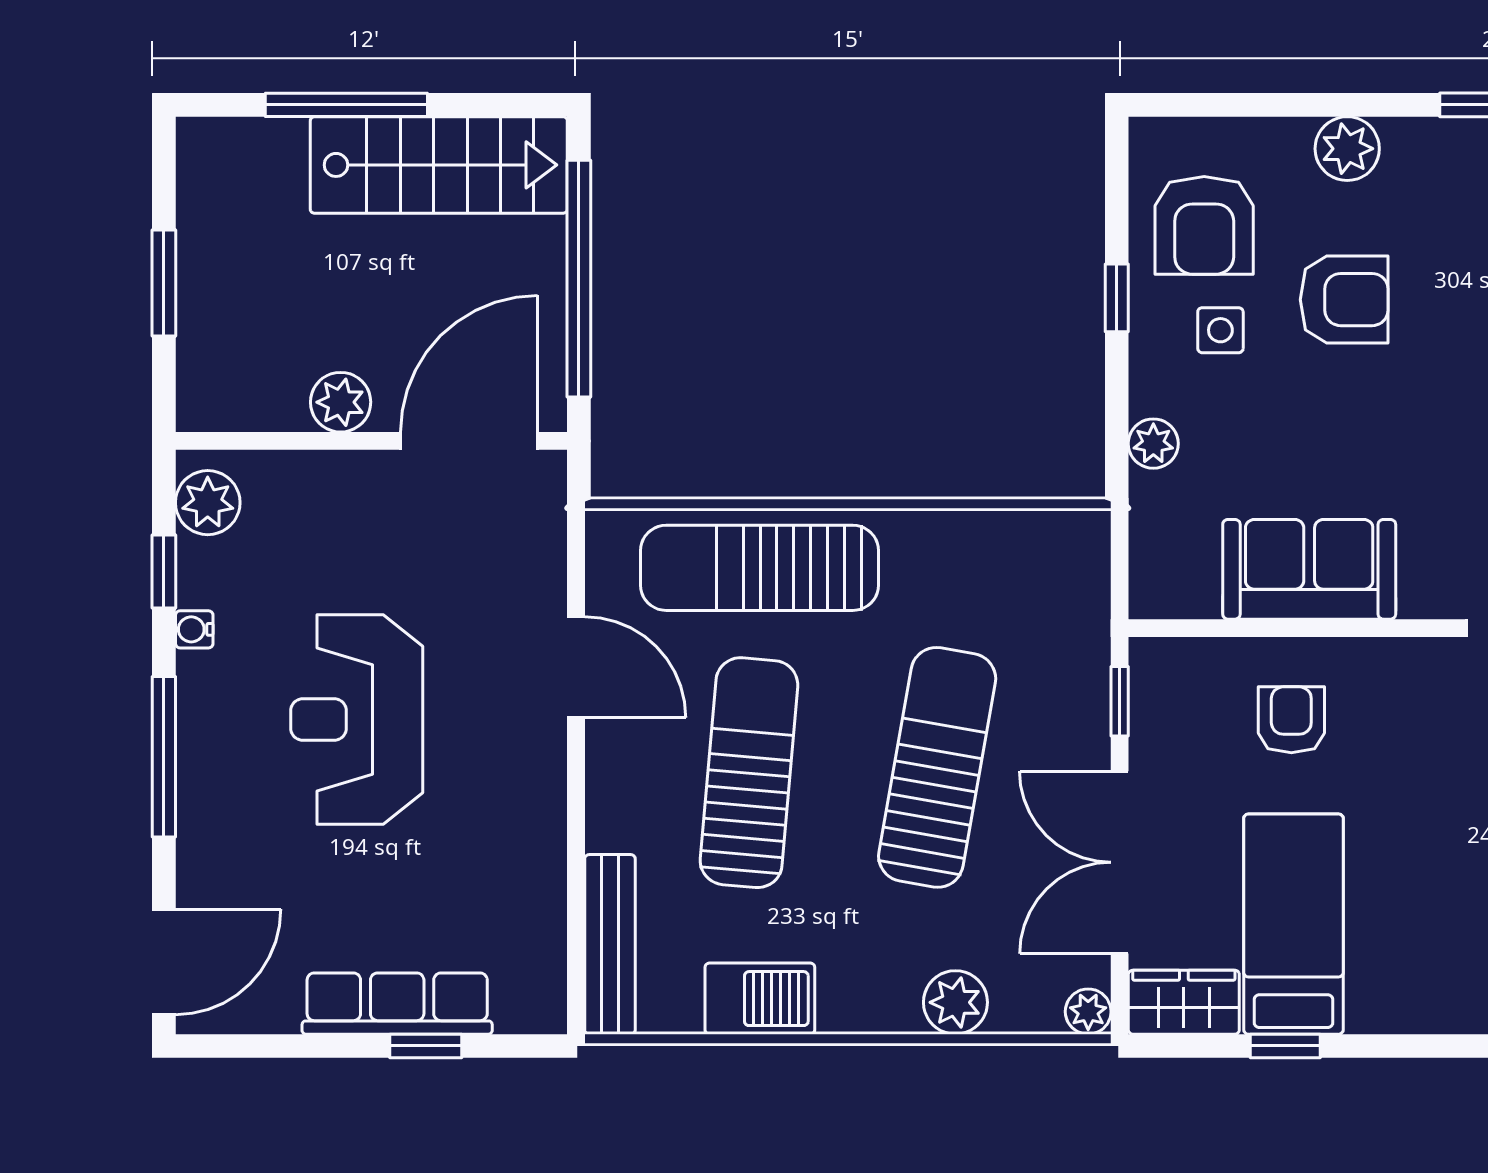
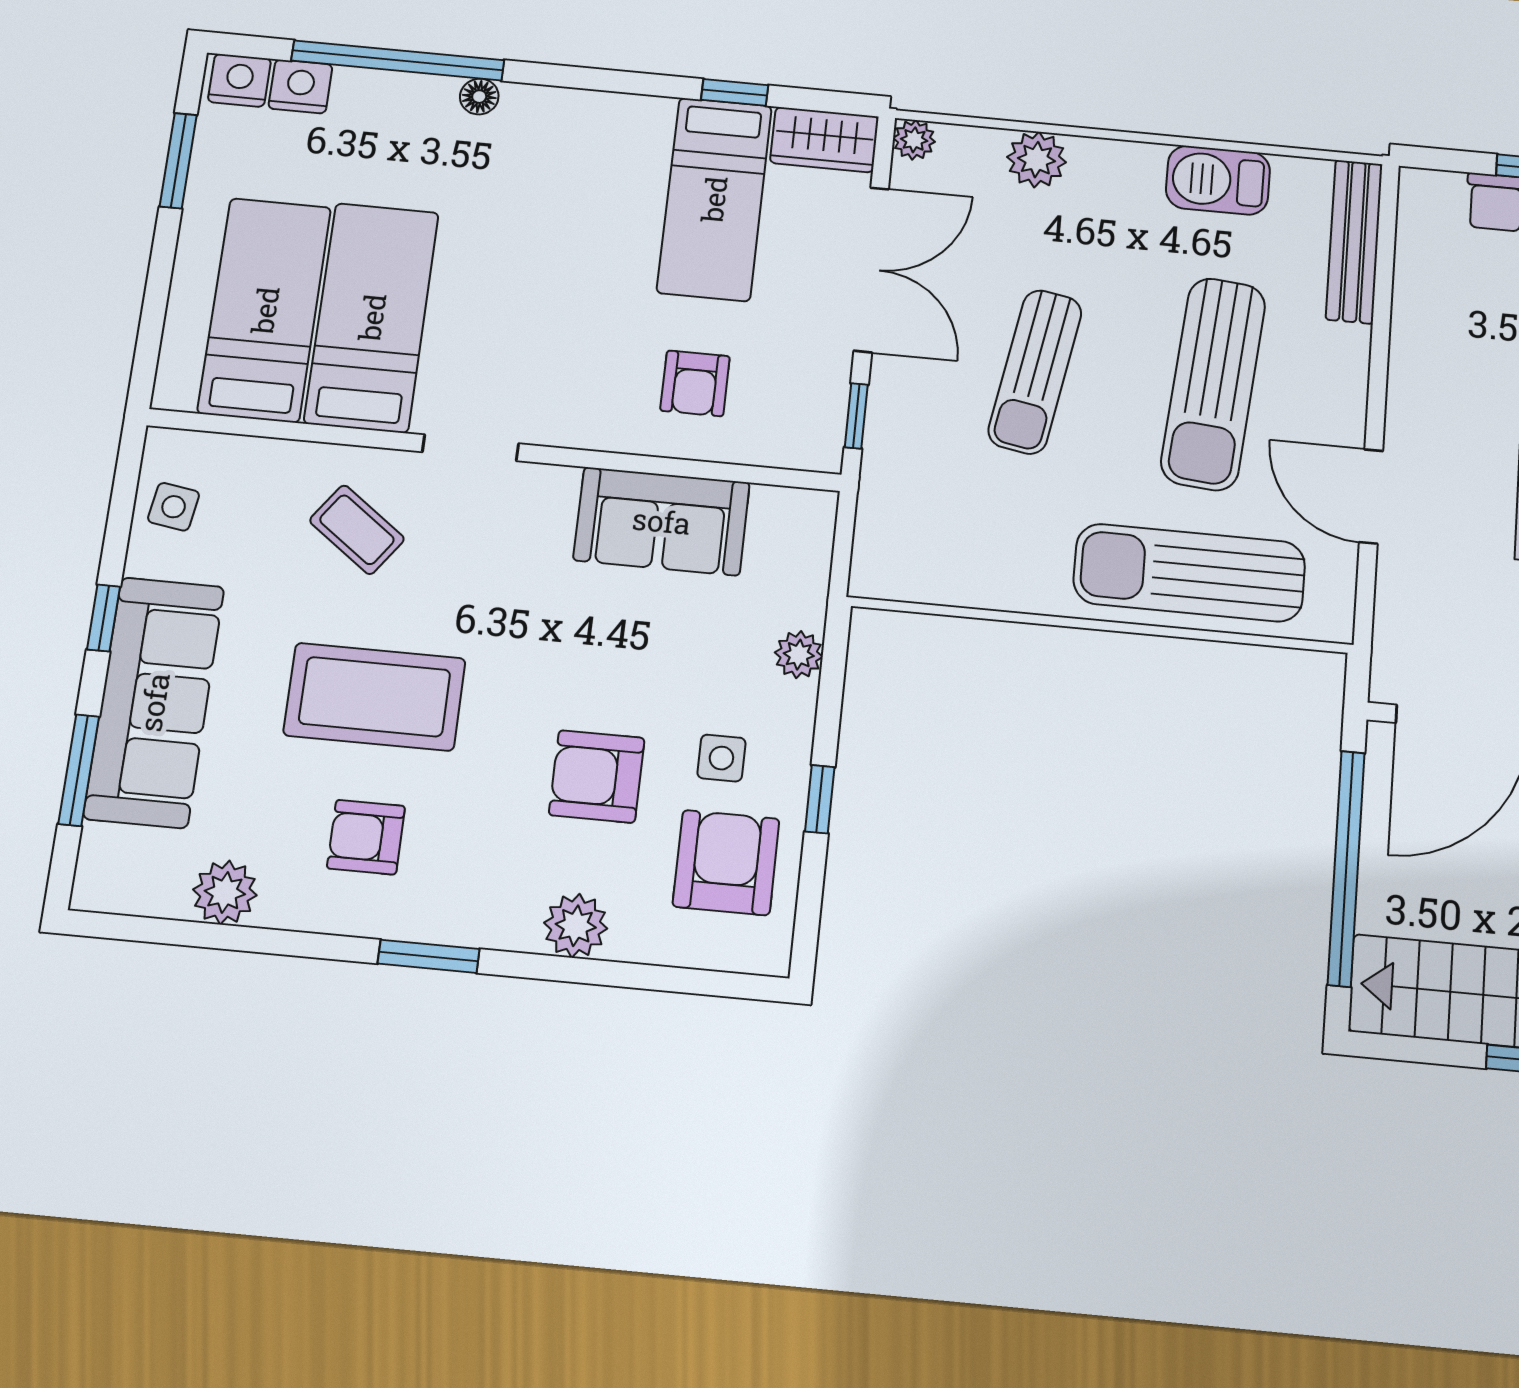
sun lounger: (760, 568) -> (1189, 573), turned 180
sun lounger: (937, 767) -> (1035, 372), width x0.73, depth x0.75

